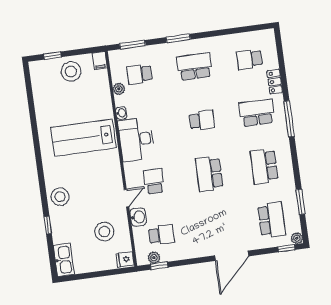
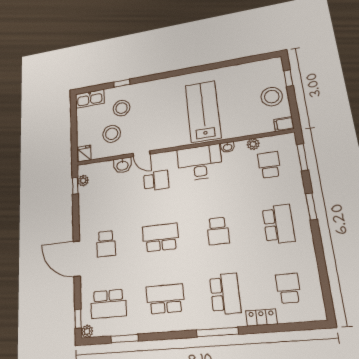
stool: (60, 197) -> (122, 108), moved
school desk: (161, 235) -> (106, 244), moved

